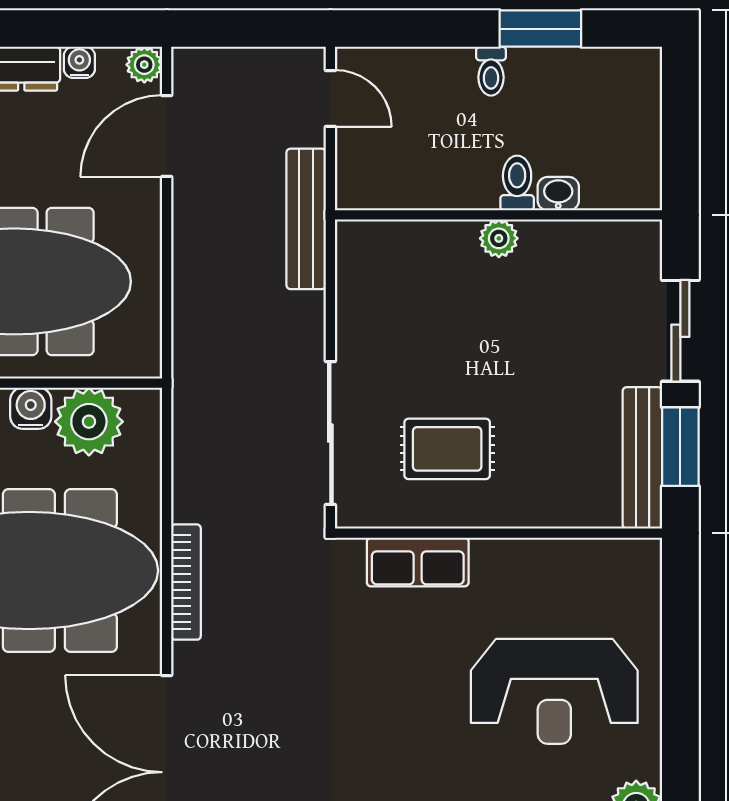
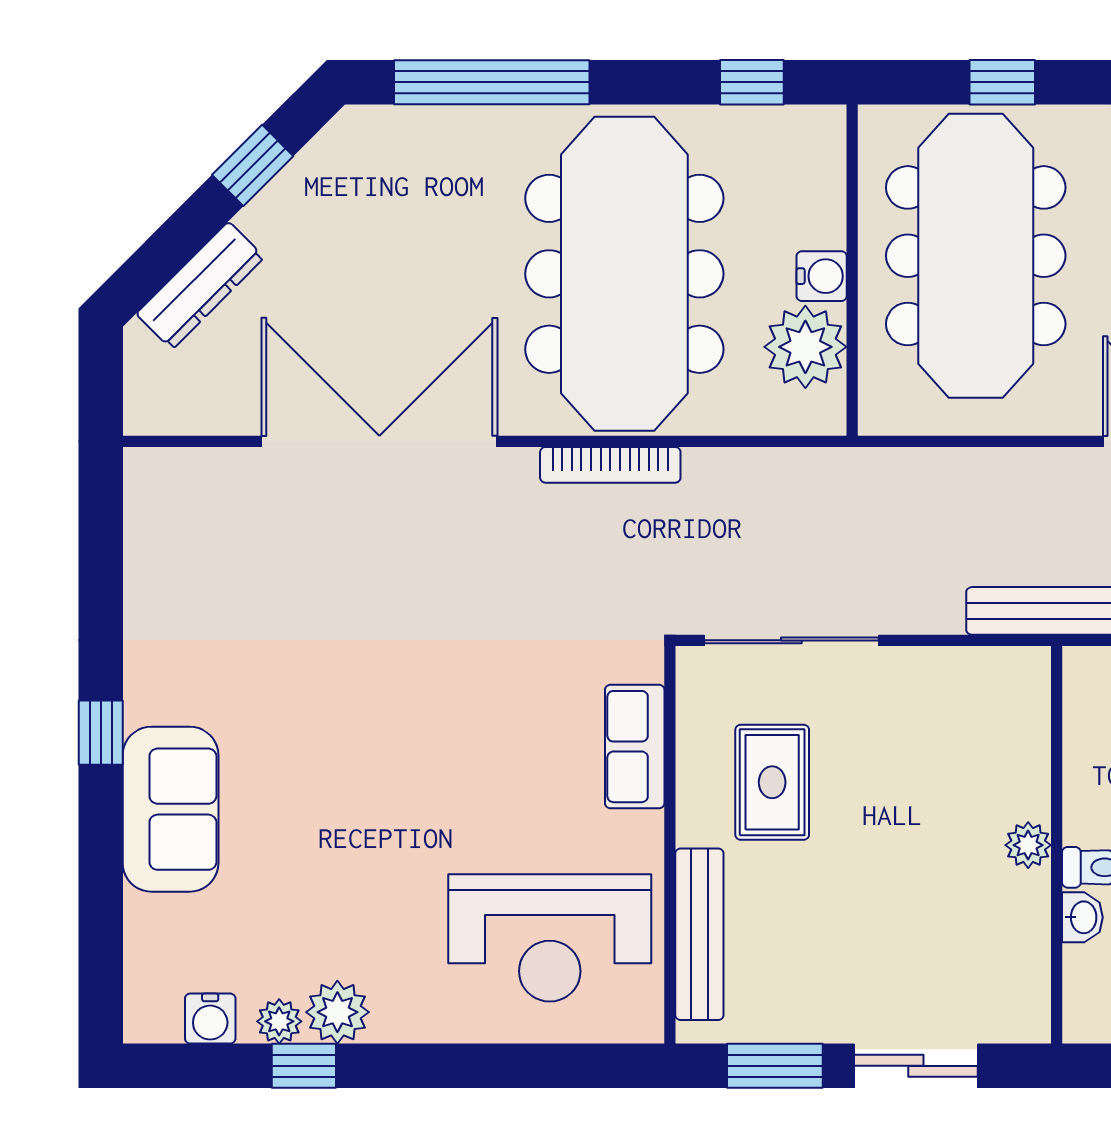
bench: (642, 458) -> (699, 934), moved, turned 90
reception desk: (554, 691) -> (550, 938), moved, turned -90

